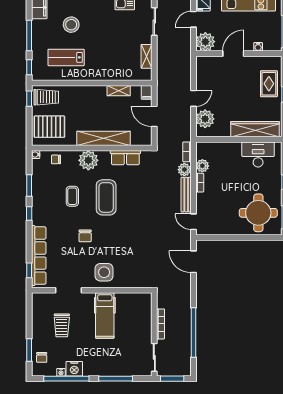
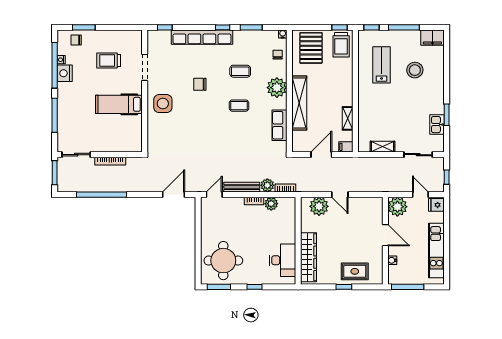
coffee table: (106, 197) -> (239, 106), width x0.54, depth x0.58
row of seats: (39, 256) -> (202, 37), moved

